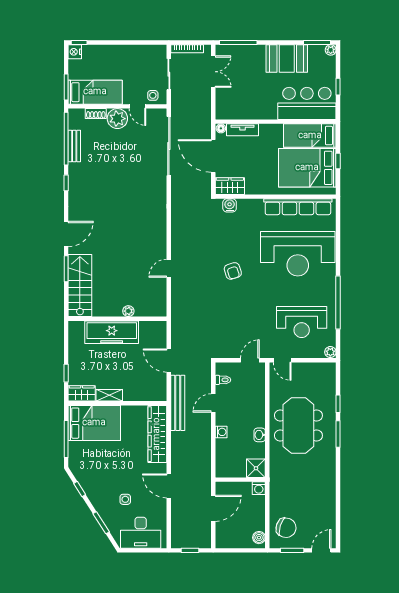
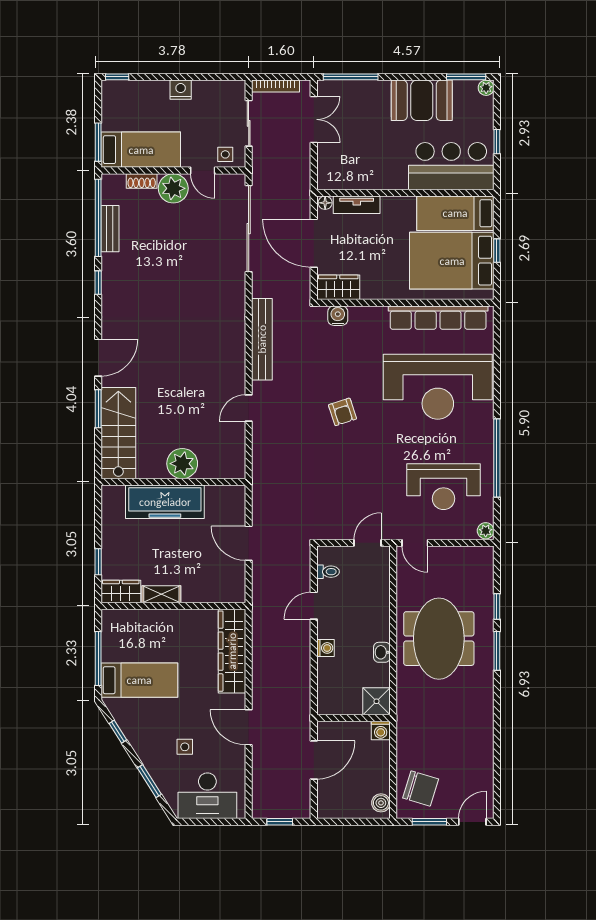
nightstand: (75, 52) -> (181, 90), moved, turned 90
plant: (128, 311) -> (182, 464), width x1.87, depth x1.87
bench: (178, 403) -> (262, 339), moved
bed: (94, 423) -> (139, 680), moved, width x0.67

